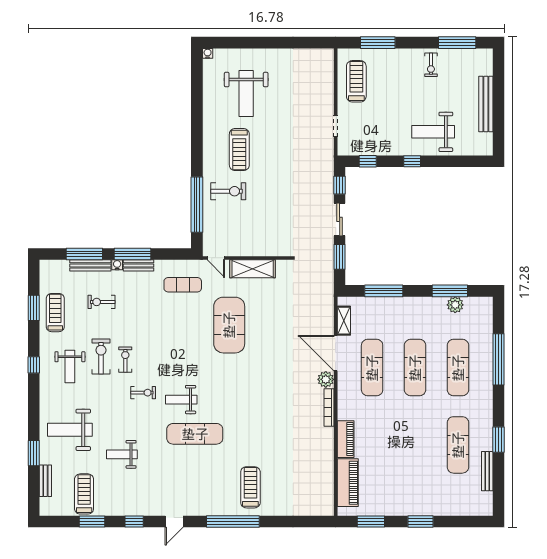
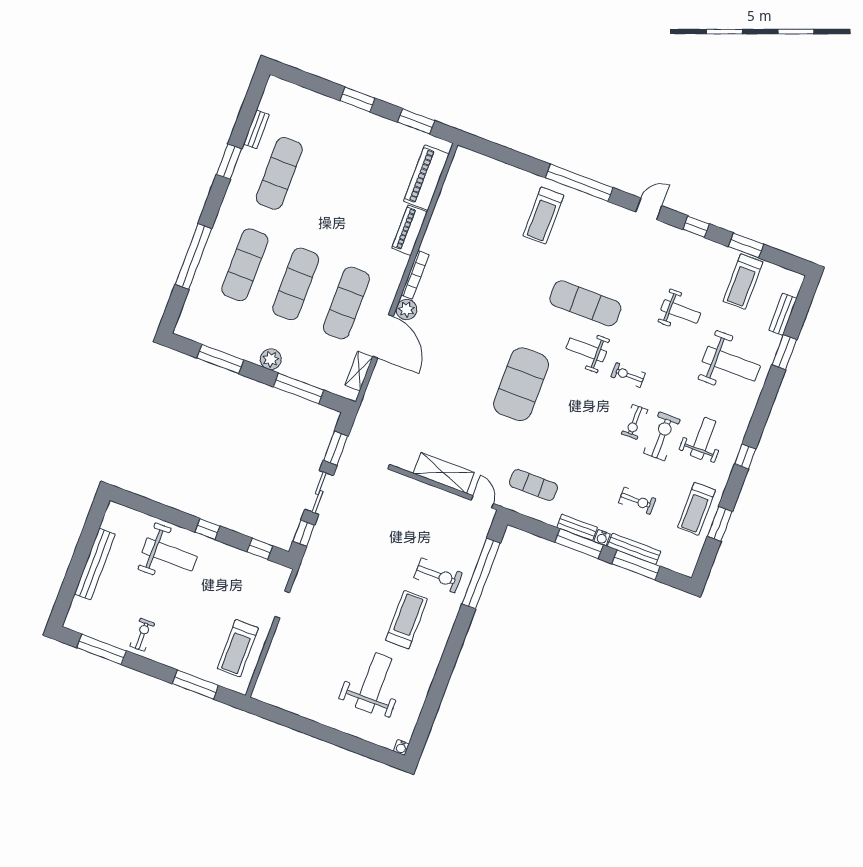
exercise bike: (228, 191) -> (438, 575), turned 180
plant: (455, 305) -> (271, 359), moved
exercise mat: (229, 325) -> (521, 384), moved
exercise bike: (101, 357) -> (662, 436), turned 180
weight bench: (181, 400) -> (586, 350), turned 180
bench: (487, 471) -> (256, 129), width x0.73

